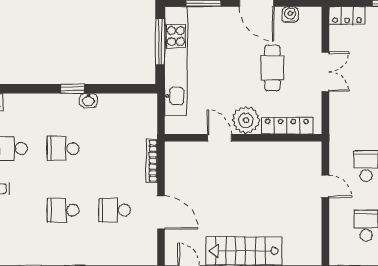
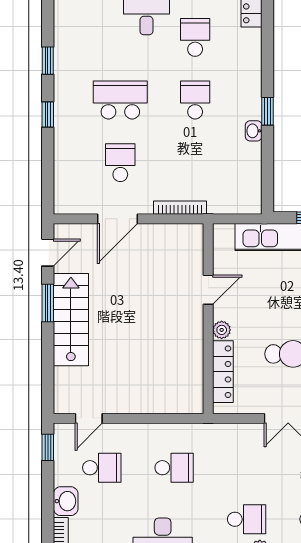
plant: (246, 120) -> (222, 330), width x0.53, depth x0.53
door: (325, 186) -> (89, 418), moved
school desk: (63, 210) -> (120, 100), width x1.85

